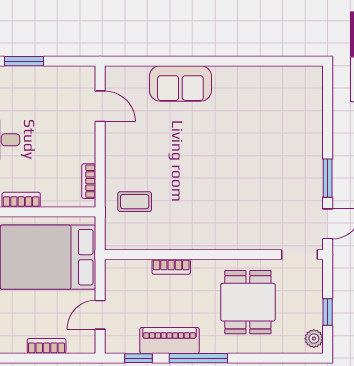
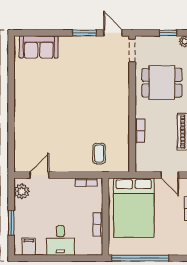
plant: (74, 78) -> (22, 191), added
sofa: (180, 83) -> (39, 47), moved, turned 90

